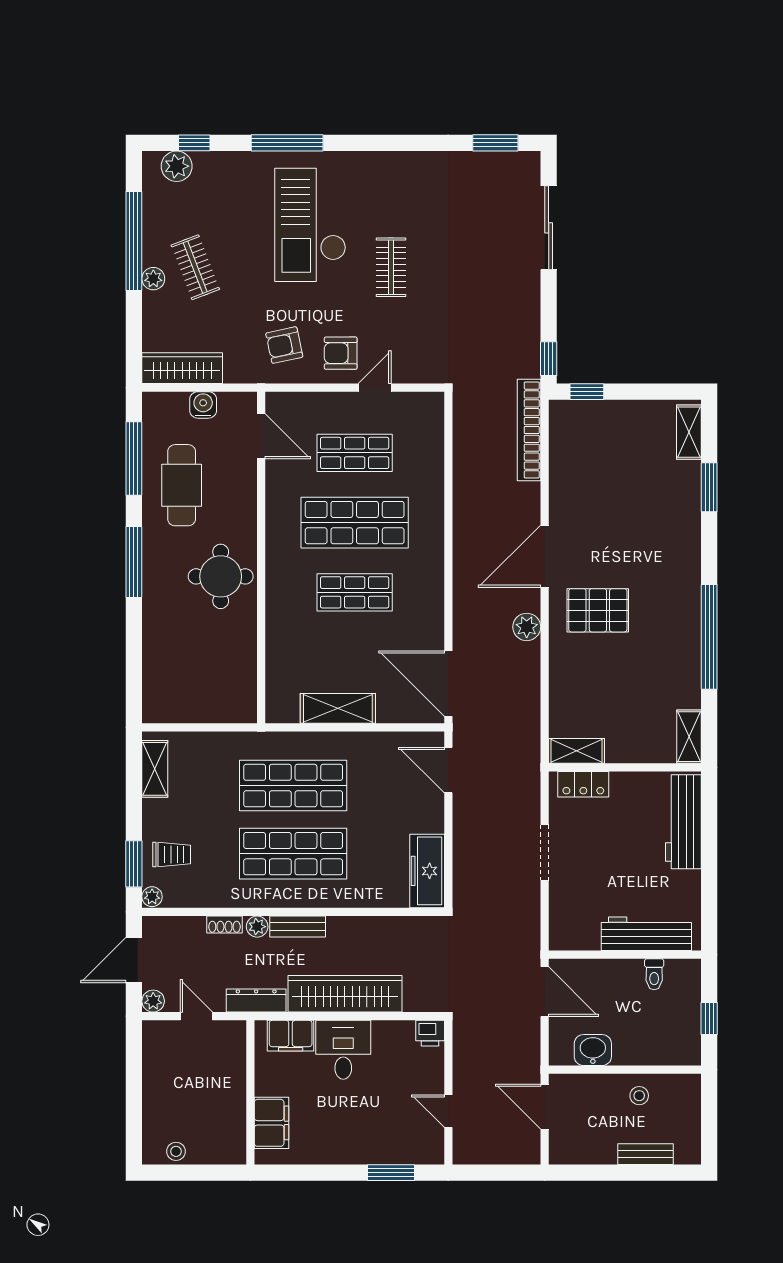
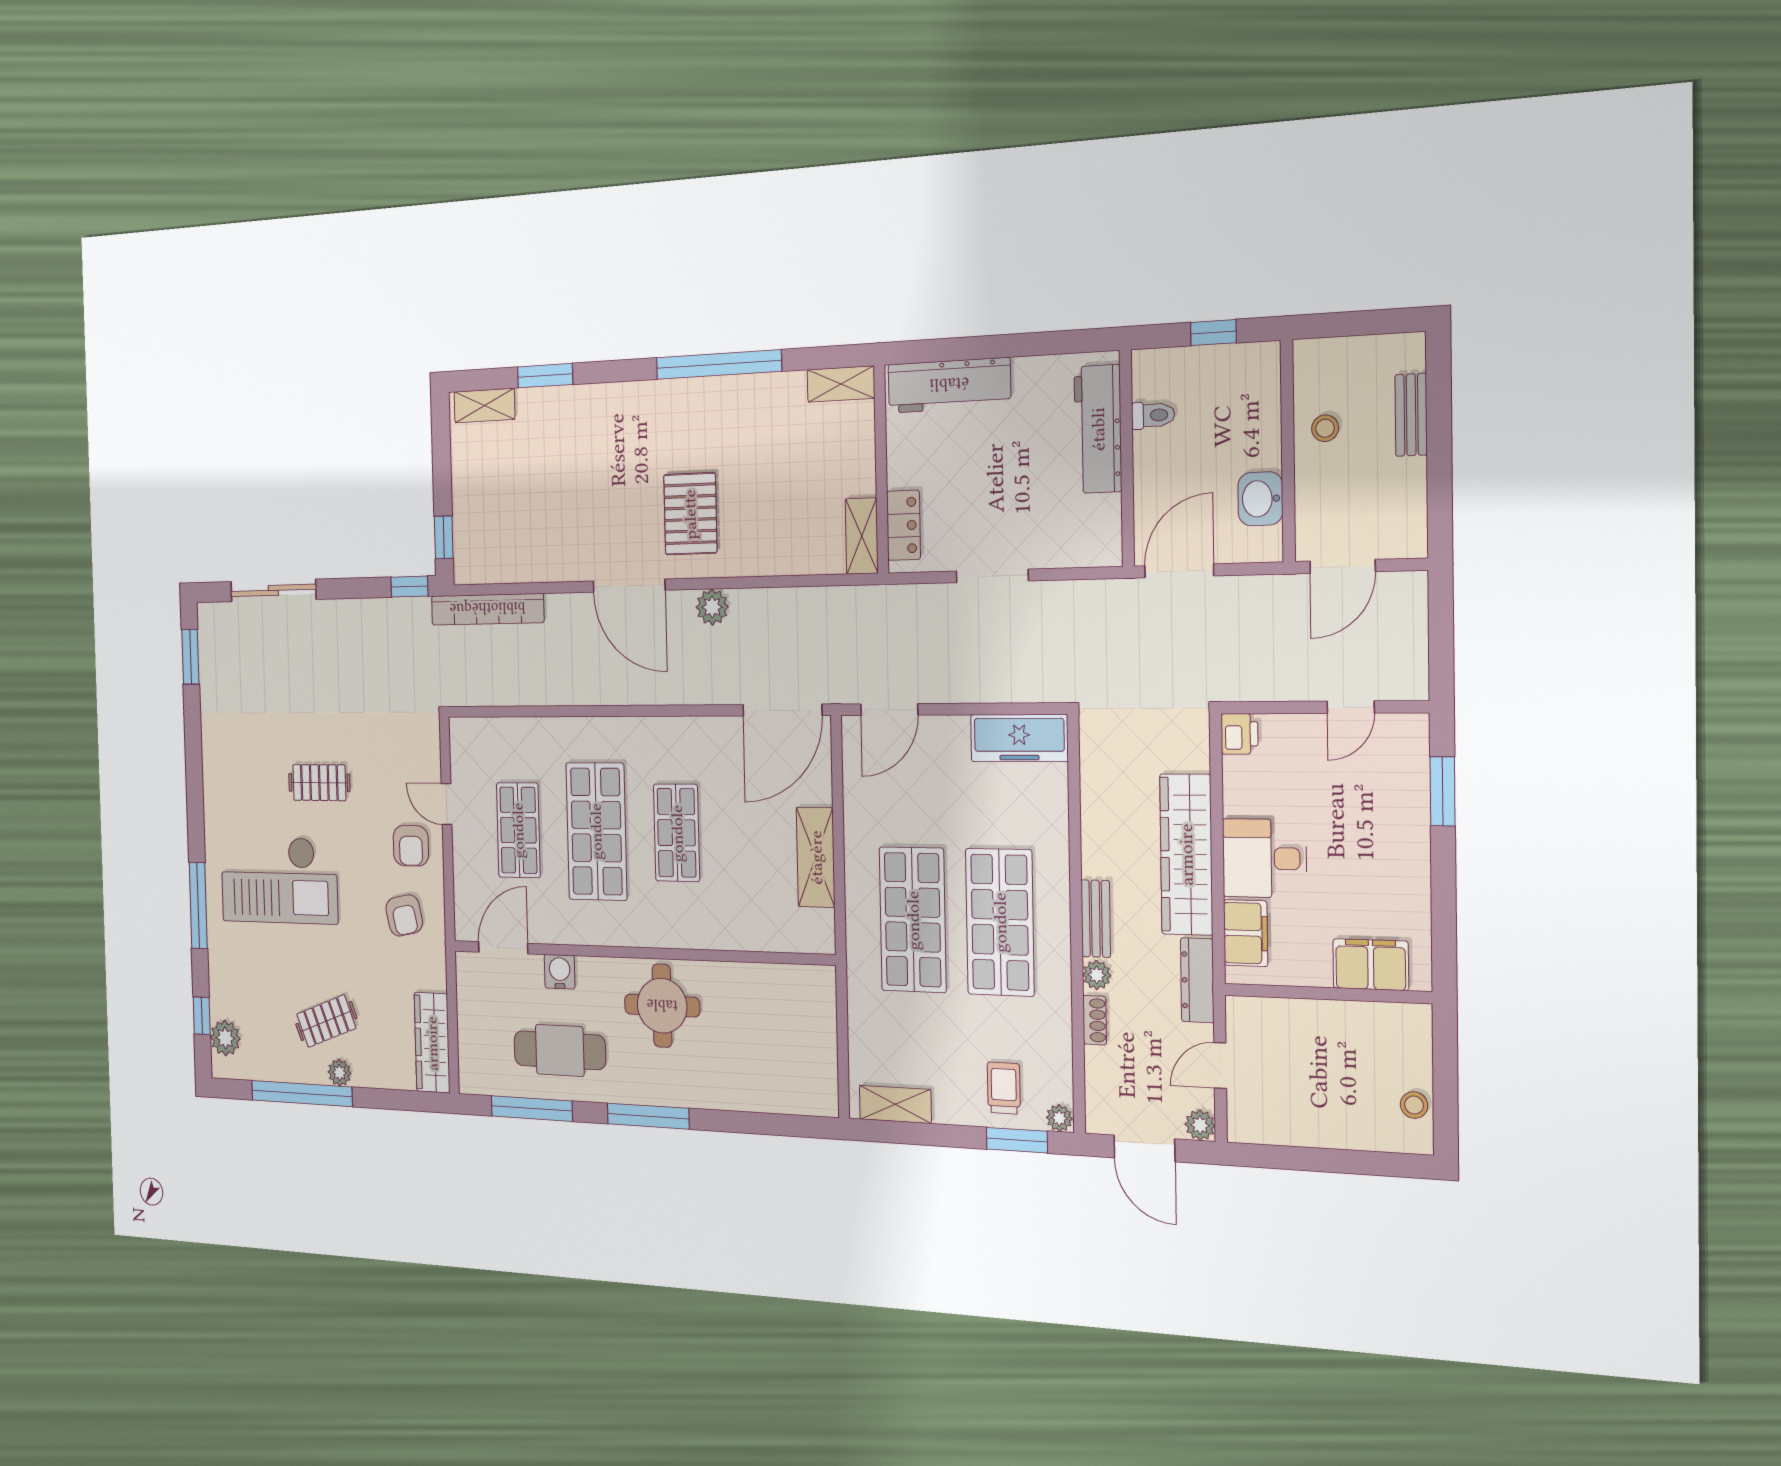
water cooler: (203, 405) -> (560, 972), moved, turned 90

